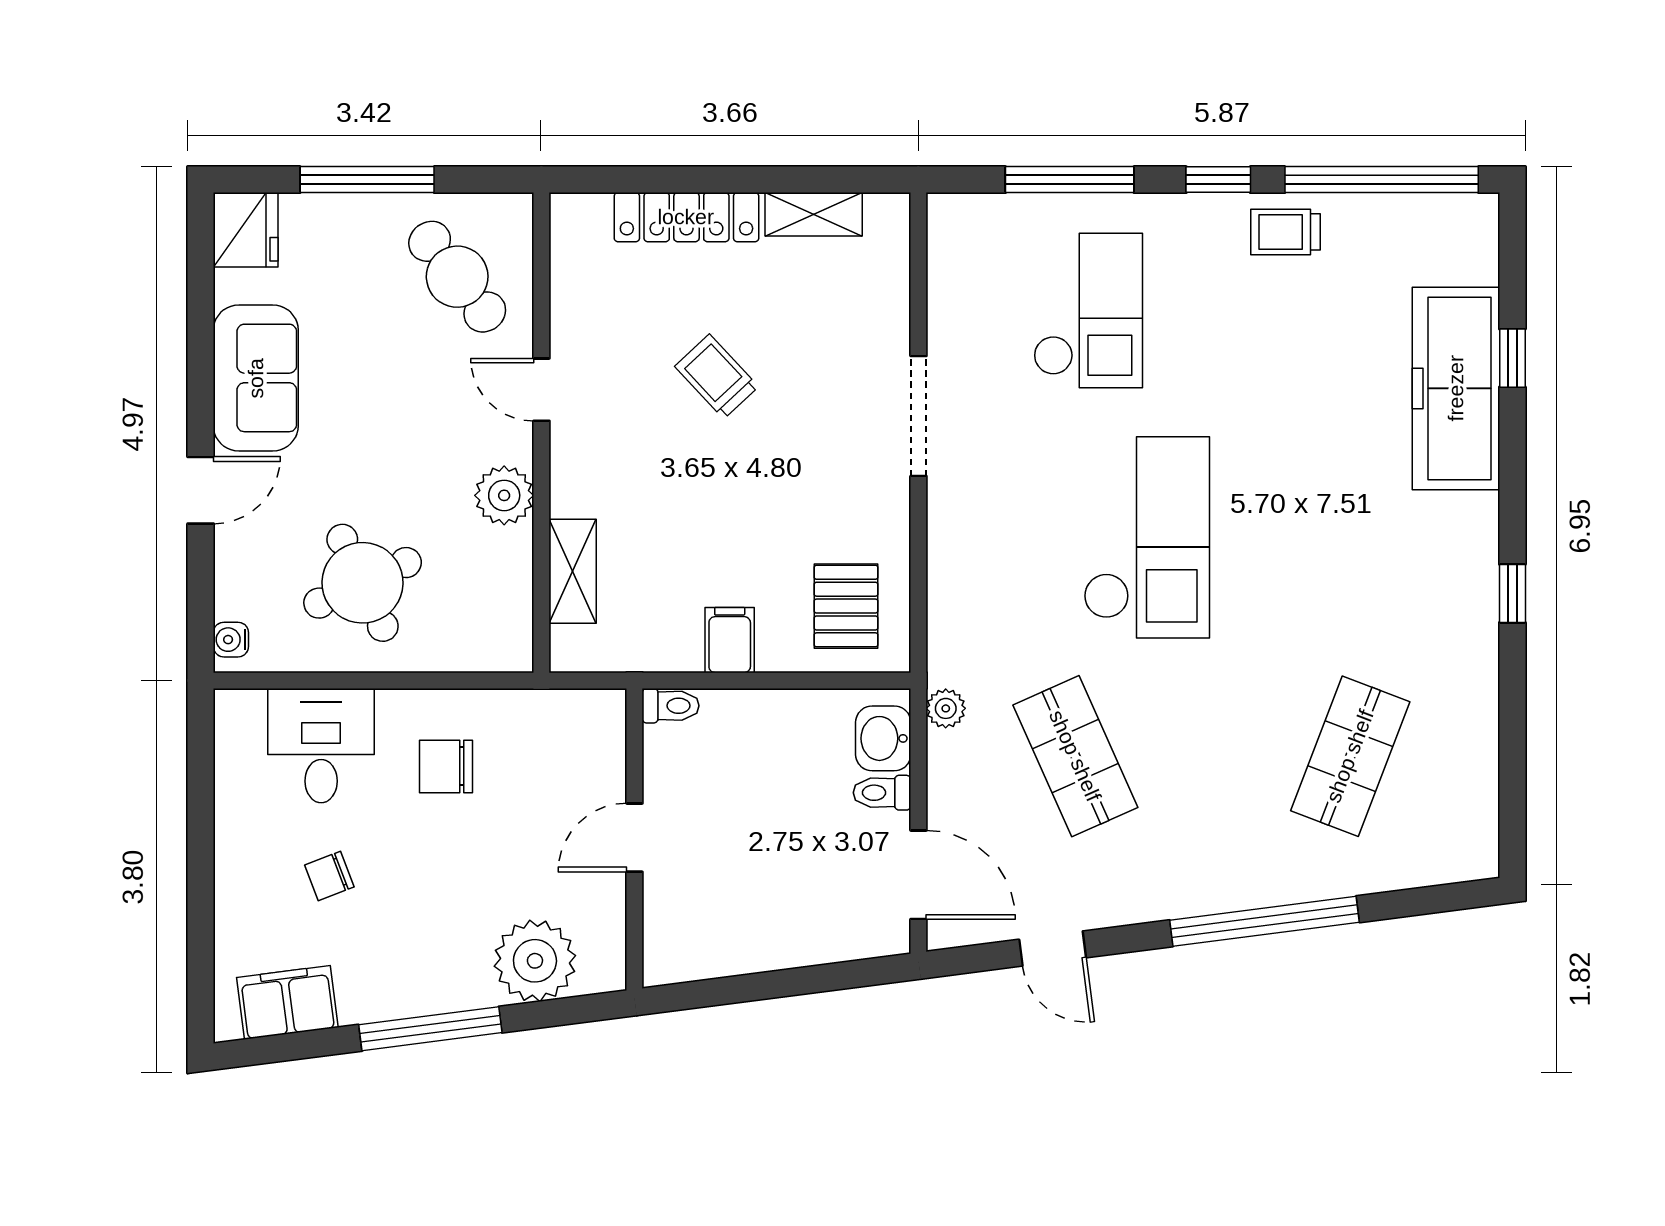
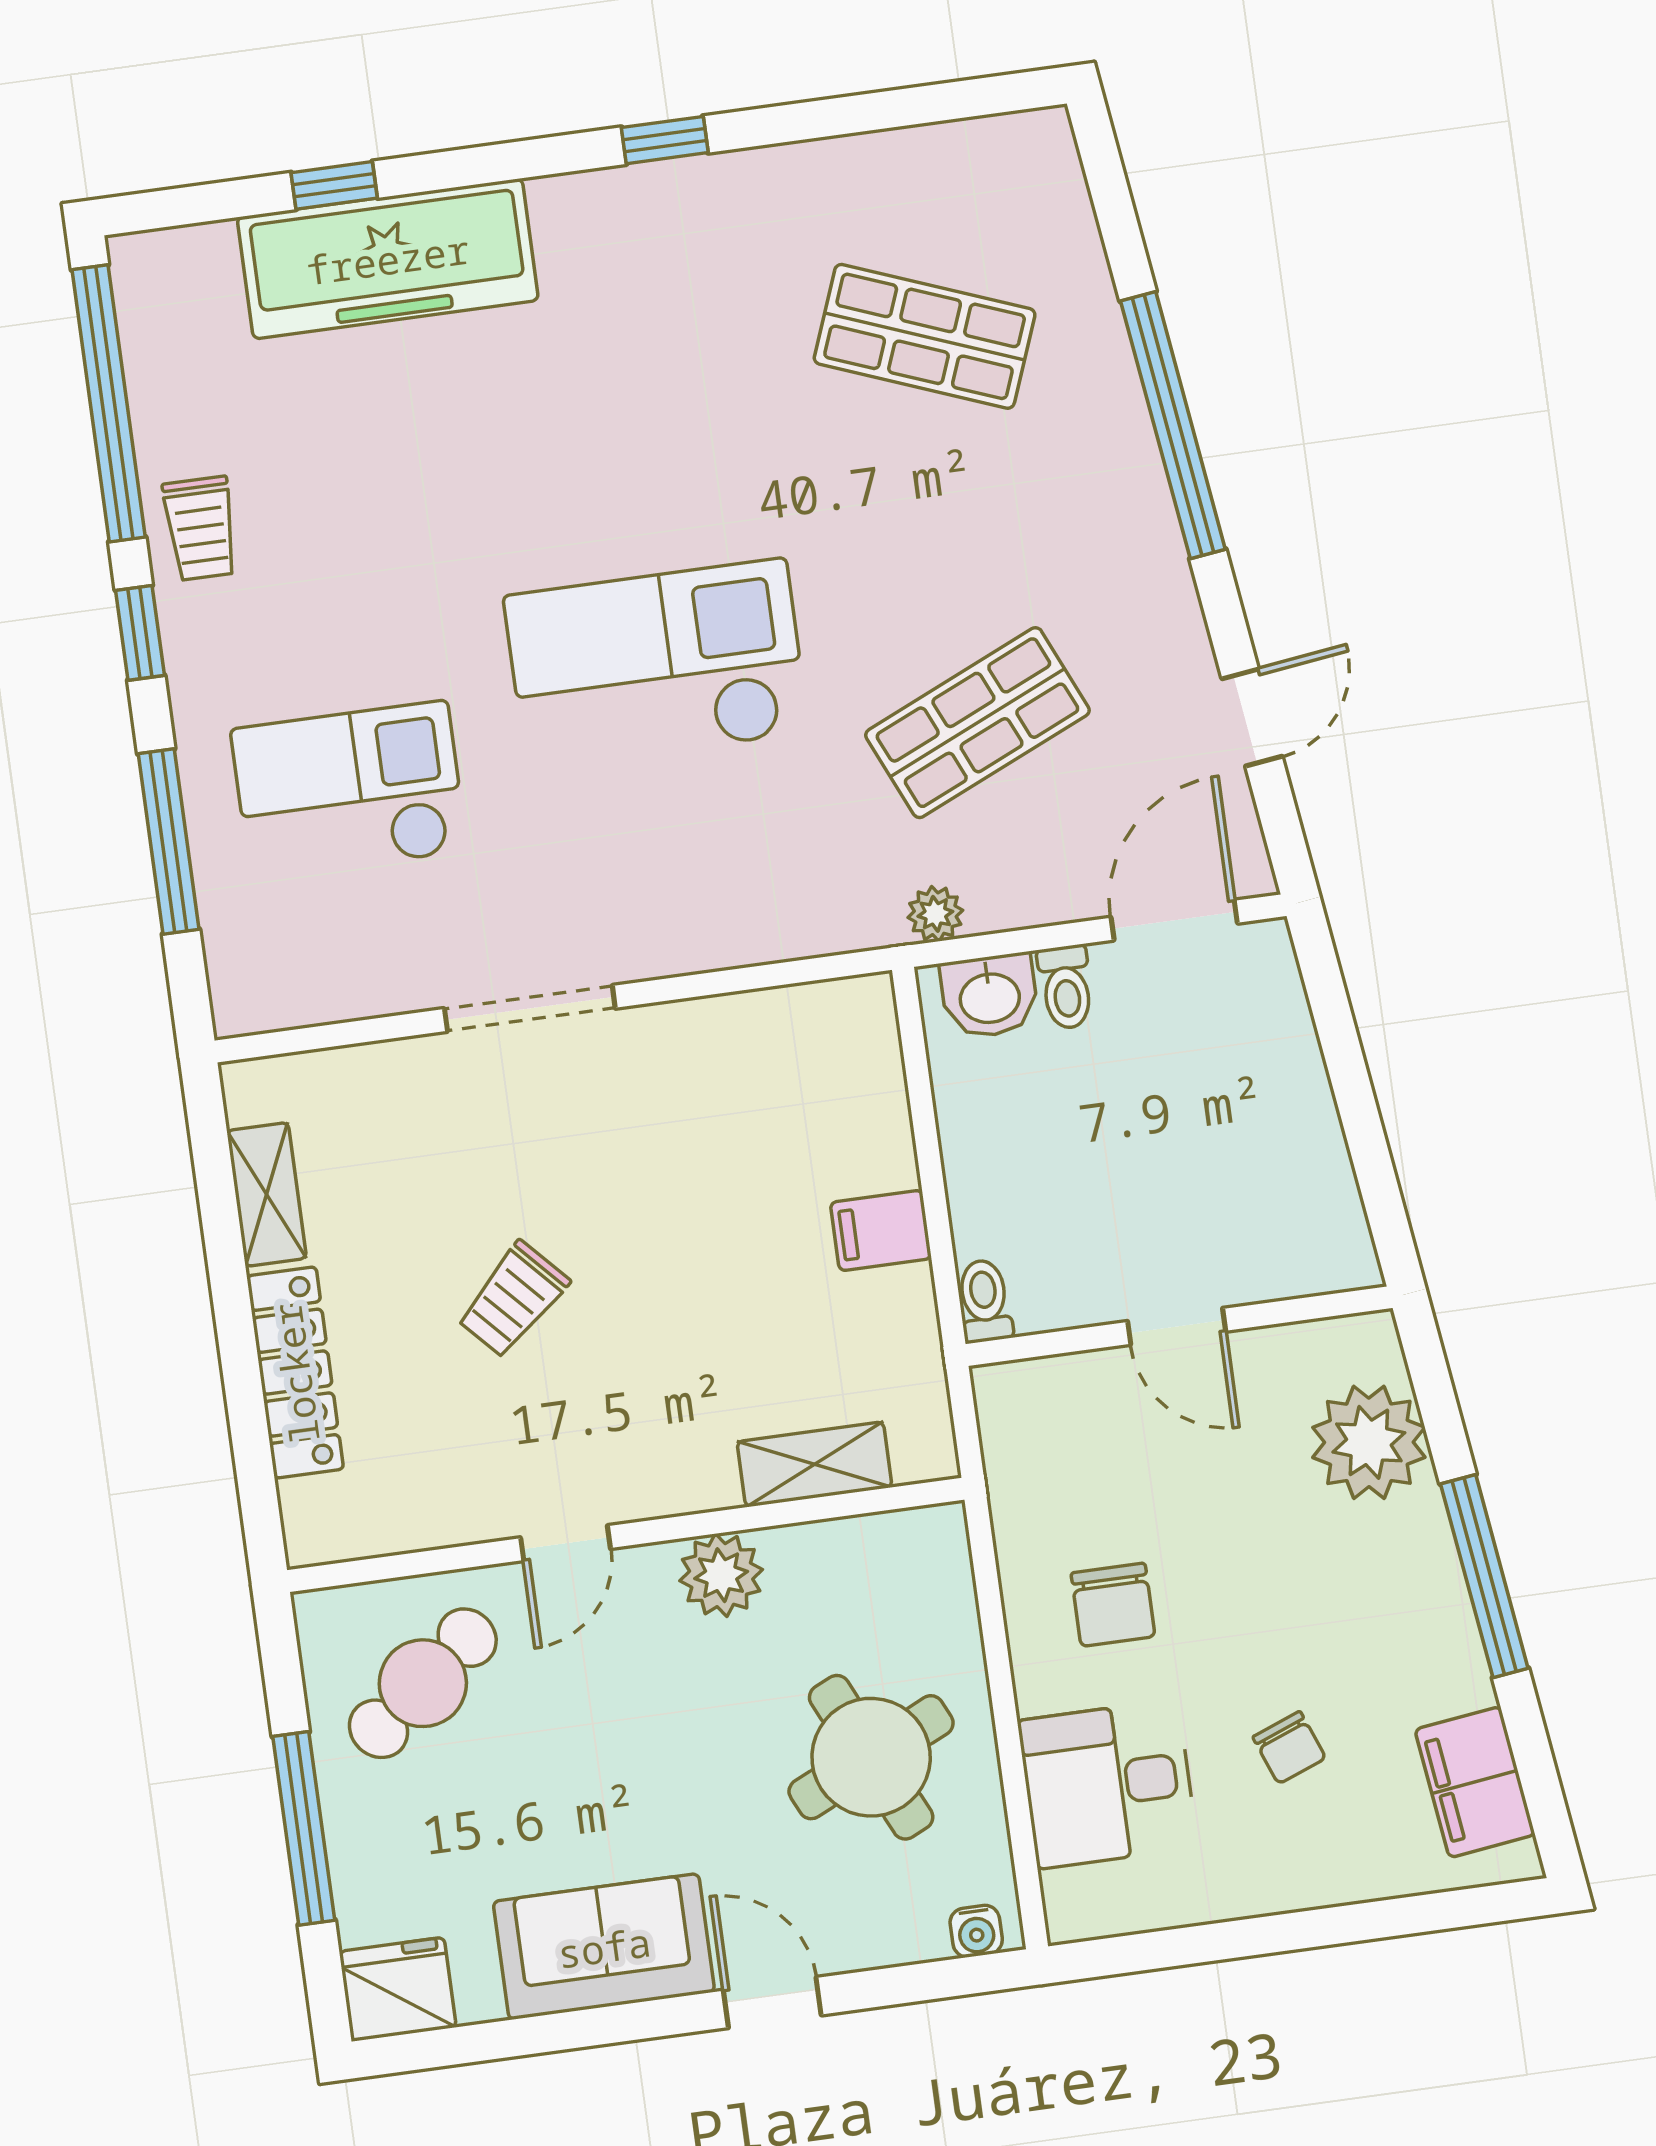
pallet: (846, 606) -> (811, 1074), removed

